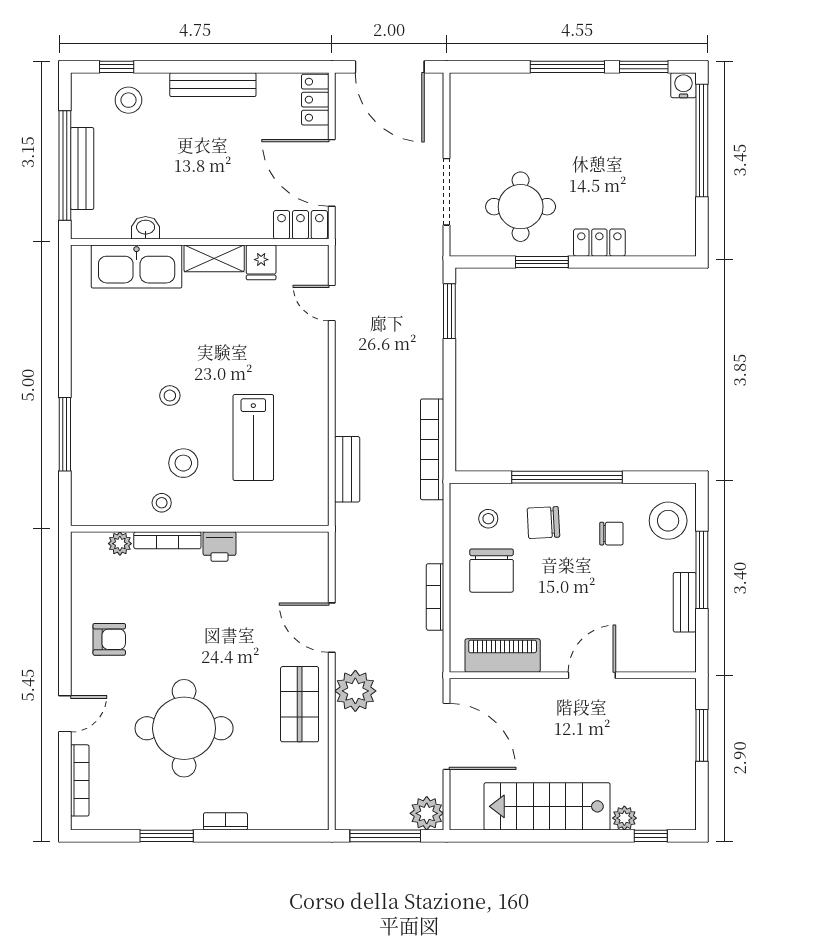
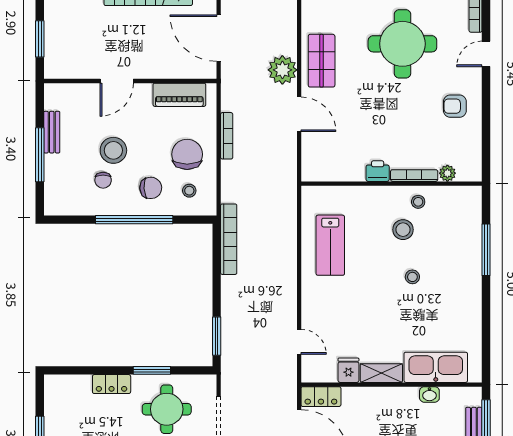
lab bench: (253, 438) -> (330, 245), moved, turned 180
bench: (347, 469) -> (288, 225), removed
stool: (668, 521) -> (113, 150), moved
chair: (611, 534) -> (103, 180), turned -90

